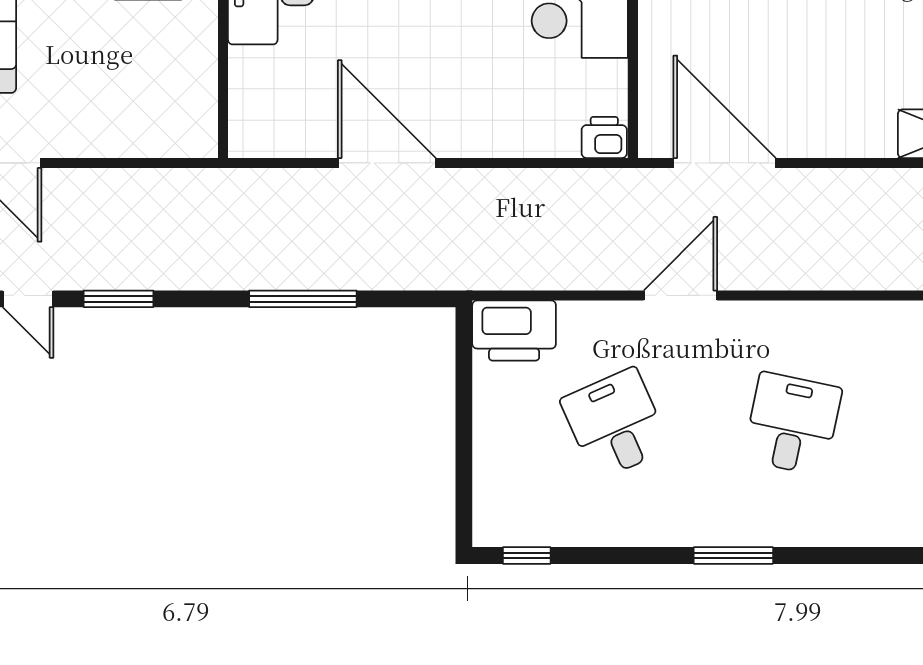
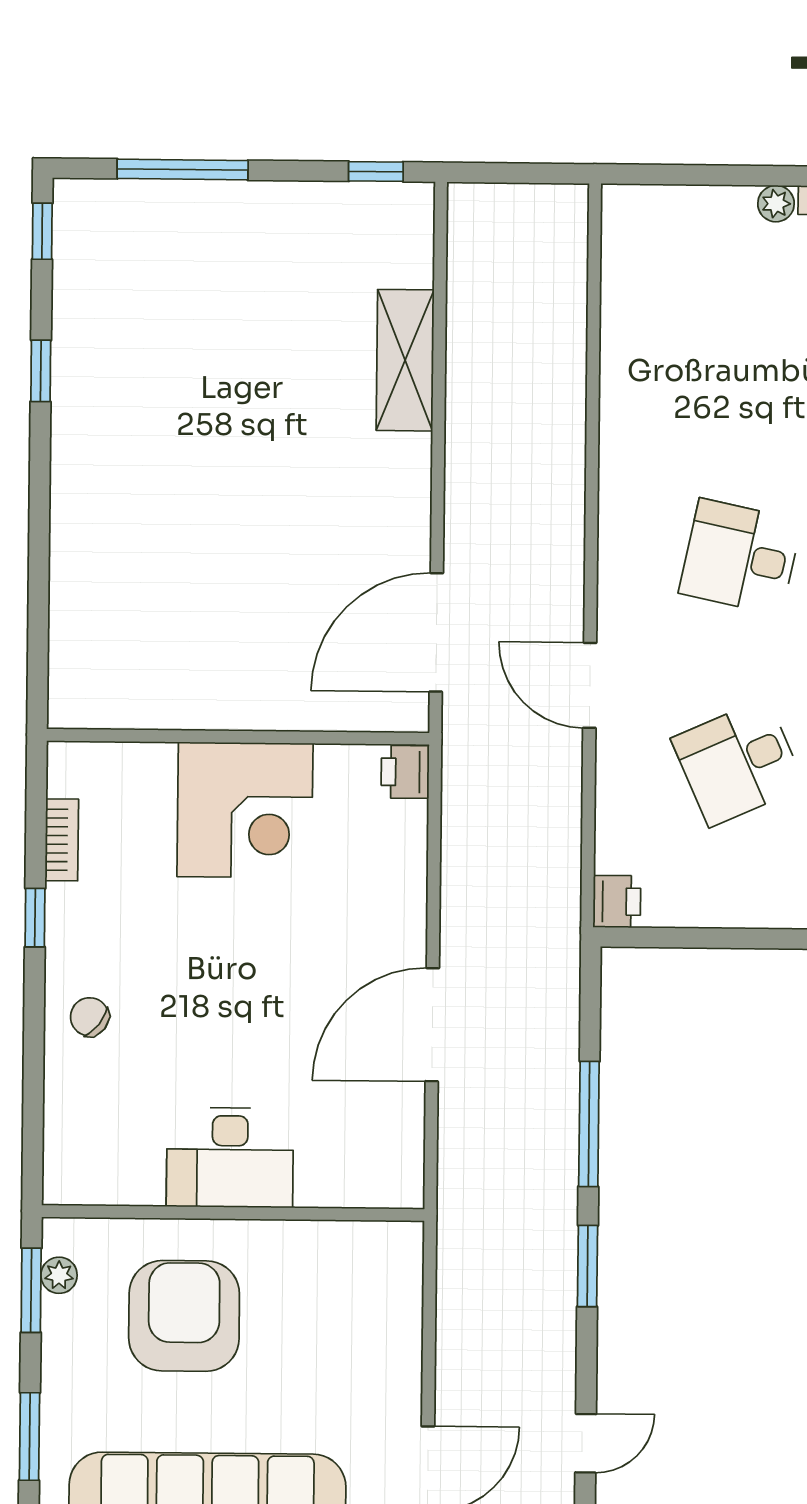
window: (118, 299) -> (587, 1266), moved
printer: (514, 331) -> (617, 902), width x0.53, depth x0.68

